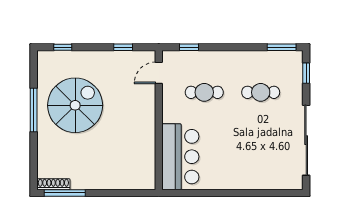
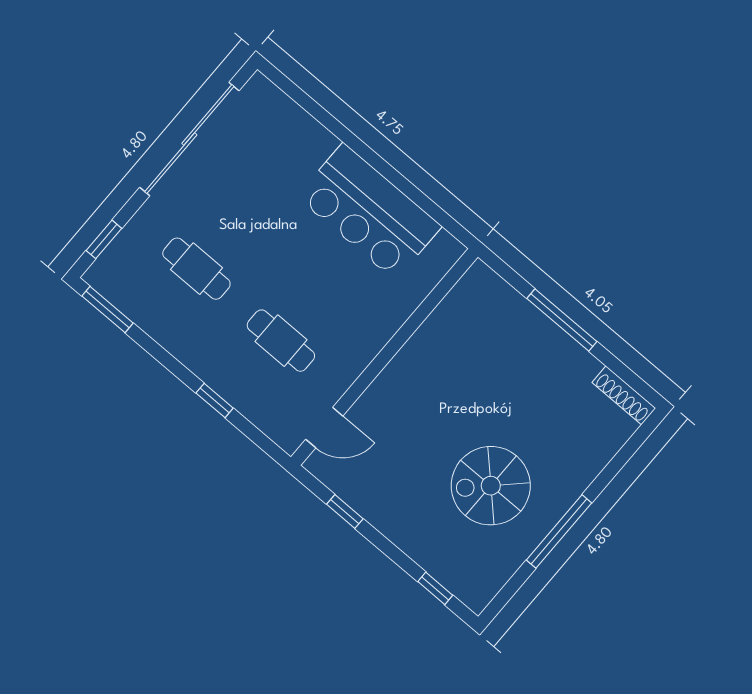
window: (189, 47) -> (215, 401), moved
spiral stairs: (75, 105) -> (491, 486), width x0.73, depth x0.73
bar counter: (180, 157) -> (369, 212), moved, turned -90
window: (65, 193) -> (562, 320), moved

